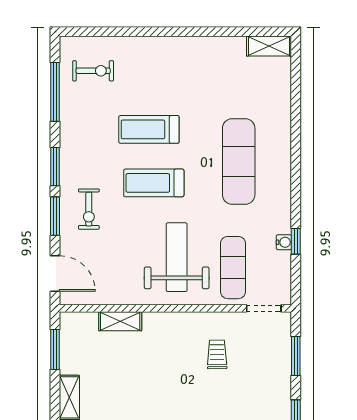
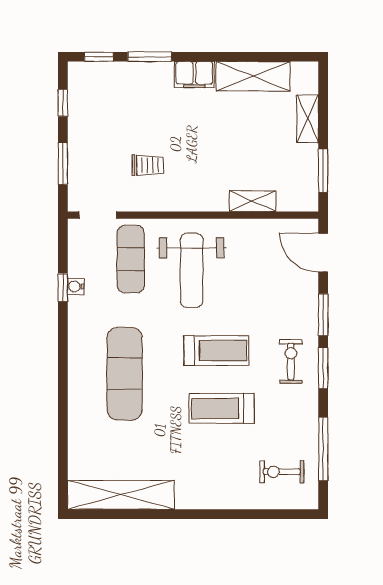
shelving: (269, 46) -> (121, 495), width x2.20, depth x1.33
treadmill: (149, 129) -> (222, 408), turned 180
exercise bike: (89, 209) -> (291, 362), moved
trolley: (217, 354) -> (148, 165), turned -89

